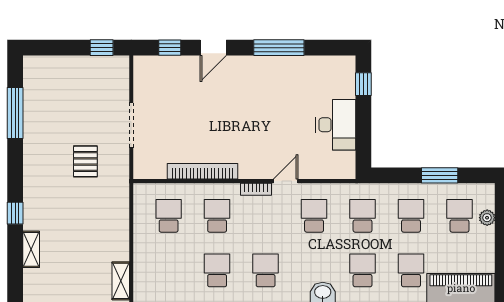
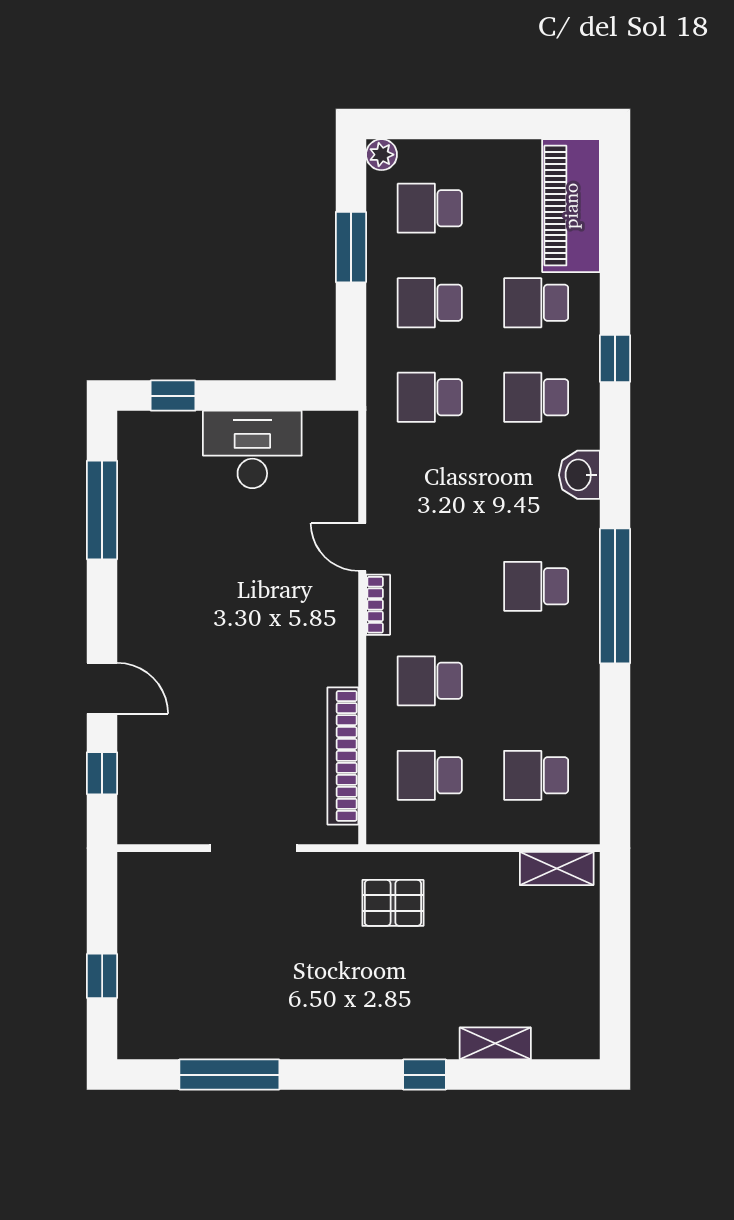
window: (102, 48) -> (102, 976), moved
window: (279, 48) -> (102, 510), moved
pallet: (85, 161) -> (393, 903), moved
bookcase: (202, 171) -> (343, 756), moved
school desk: (314, 216) -> (430, 492), removed
plant: (487, 218) -> (381, 155), moved
school desk: (217, 270) -> (536, 775), moved

